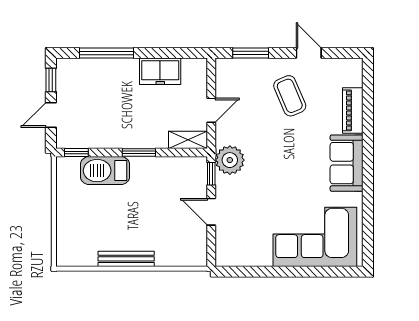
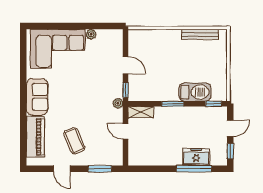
freezer: (160, 71) -> (196, 157), moved
door: (211, 110) -> (125, 131), hinge flipped
piano: (353, 110) -> (35, 137), width x1.37, depth x1.33
plant: (230, 160) -> (118, 103), width x0.53, depth x0.53
bench: (126, 259) -> (200, 34), moved
plant: (264, 259) -> (91, 34), added

